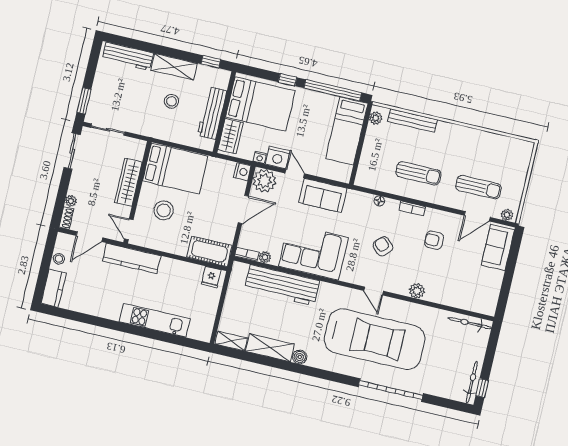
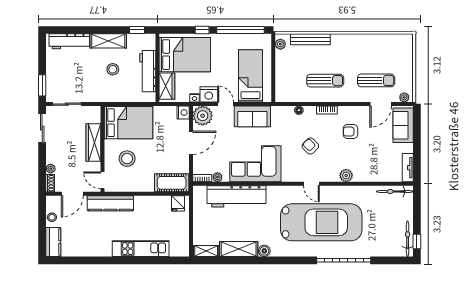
bed: (347, 131) -> (251, 76), moved, turned 180
tv unit: (492, 299) -> (408, 168), added

